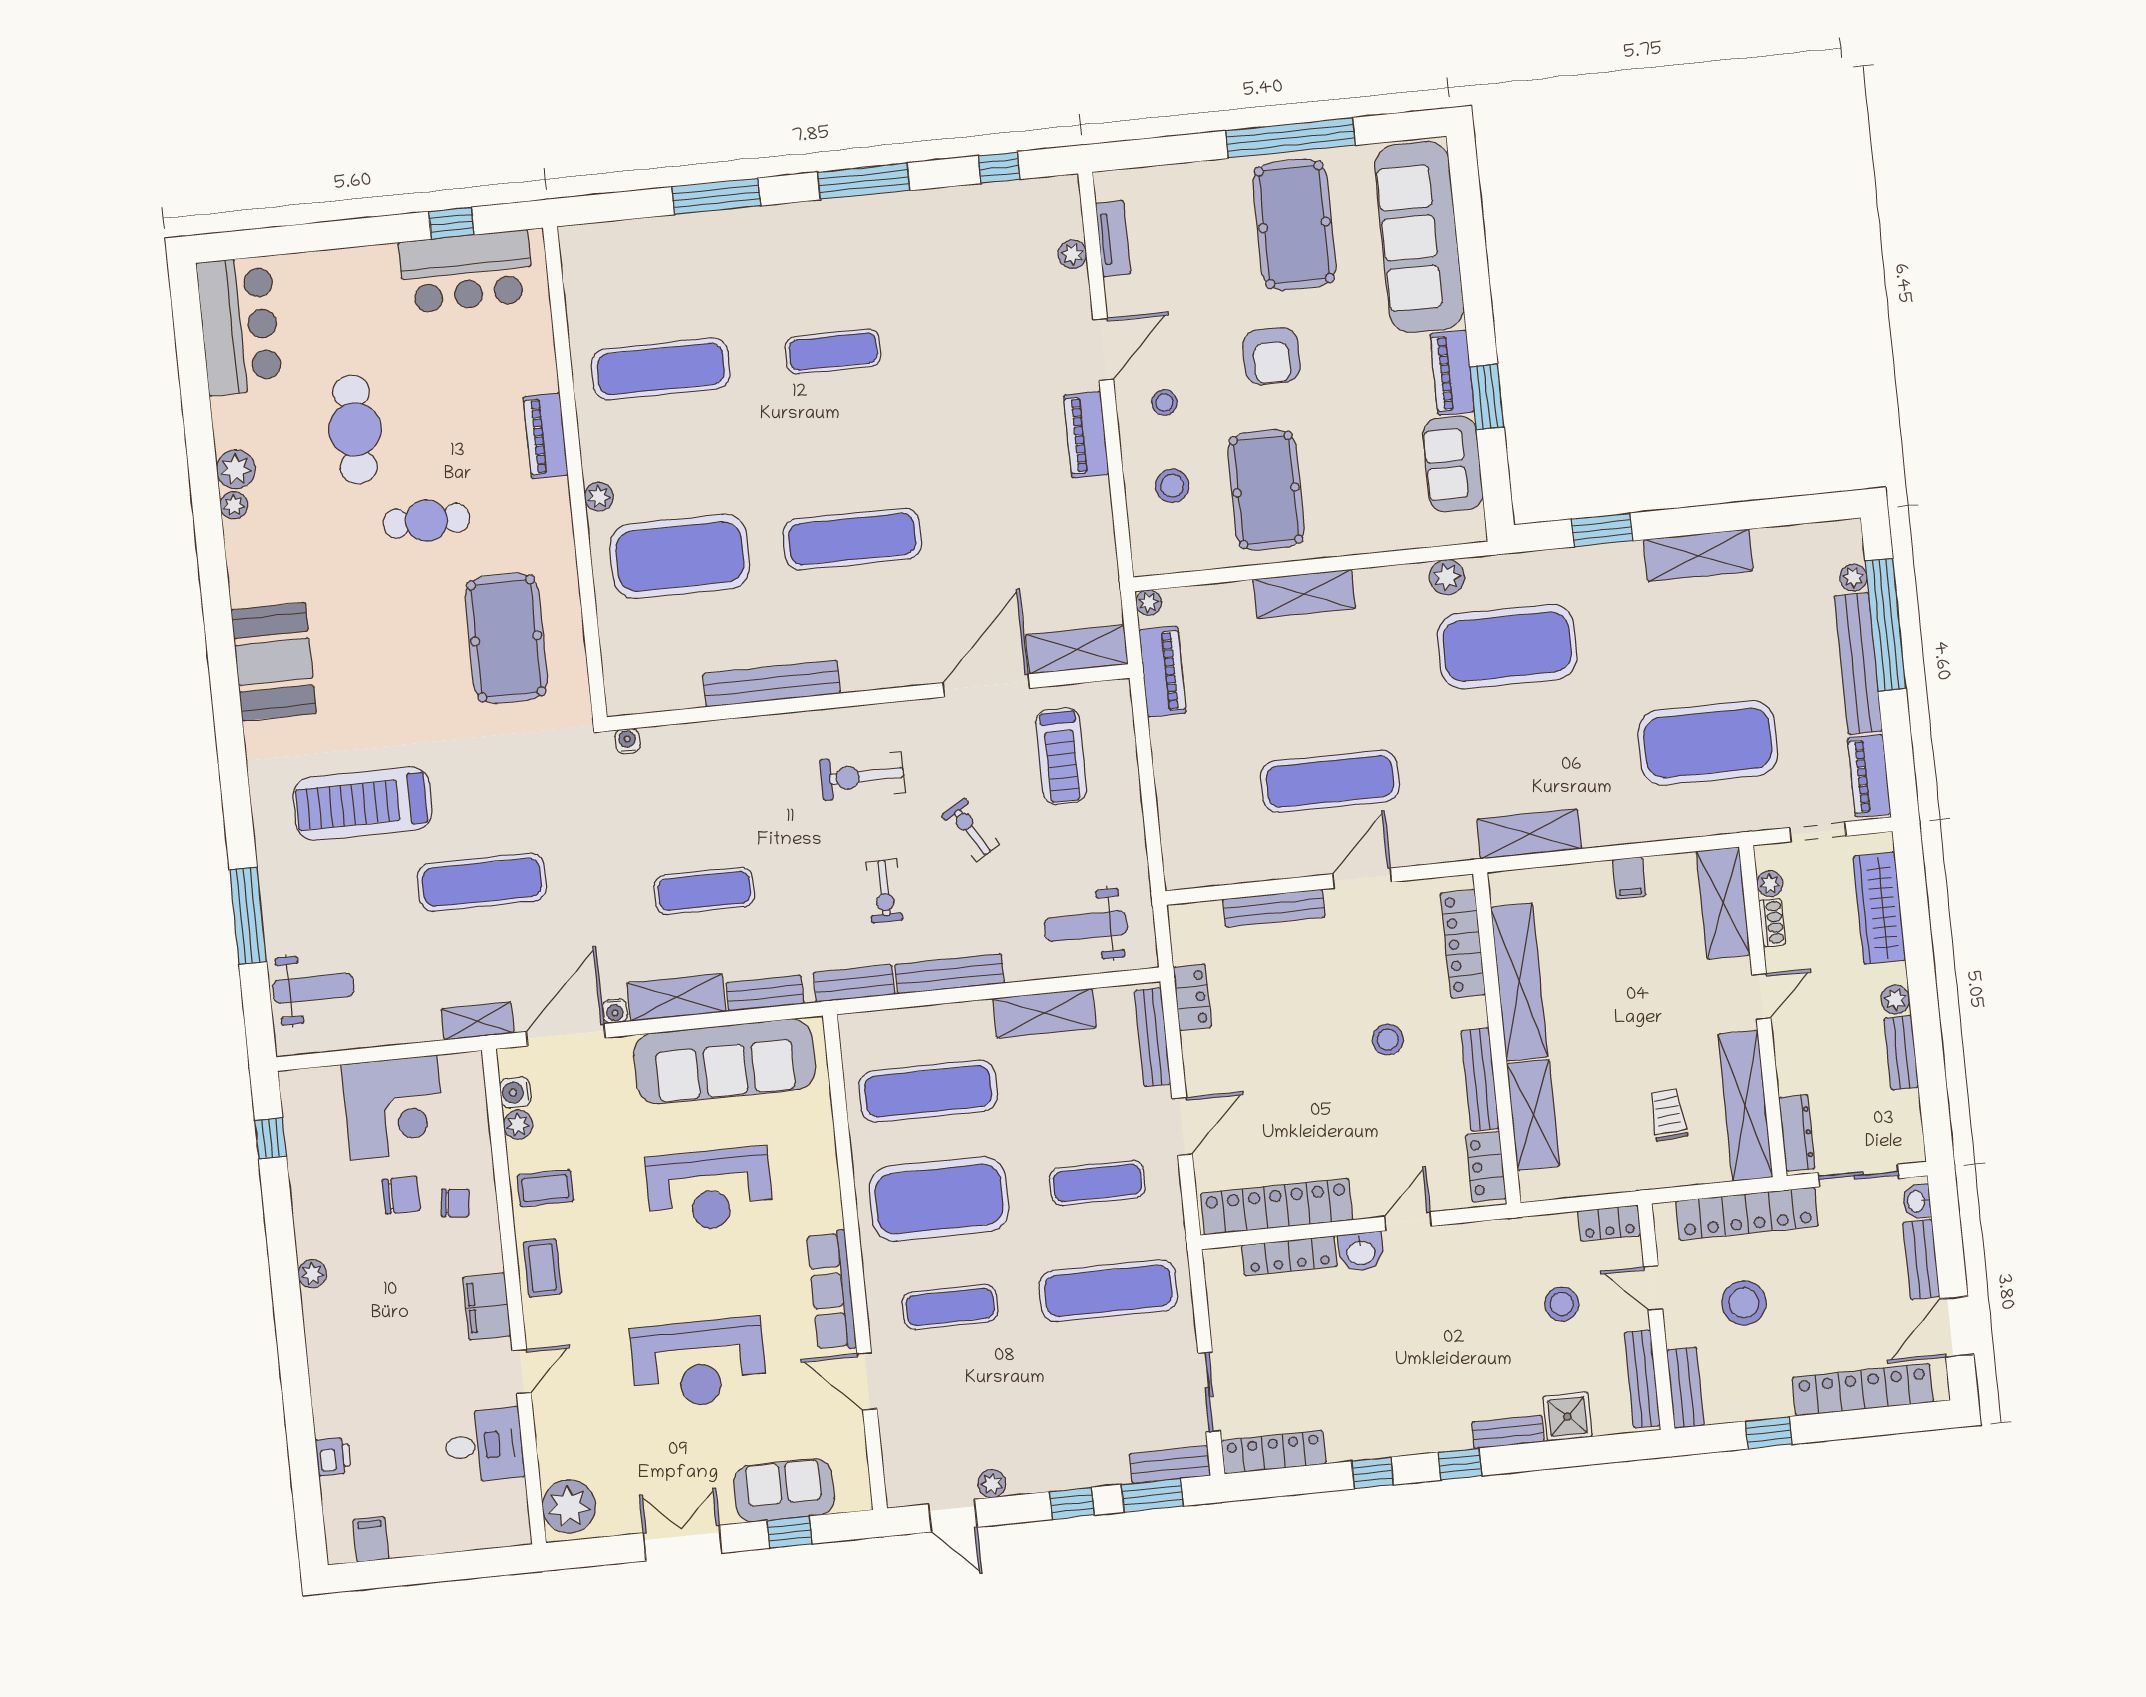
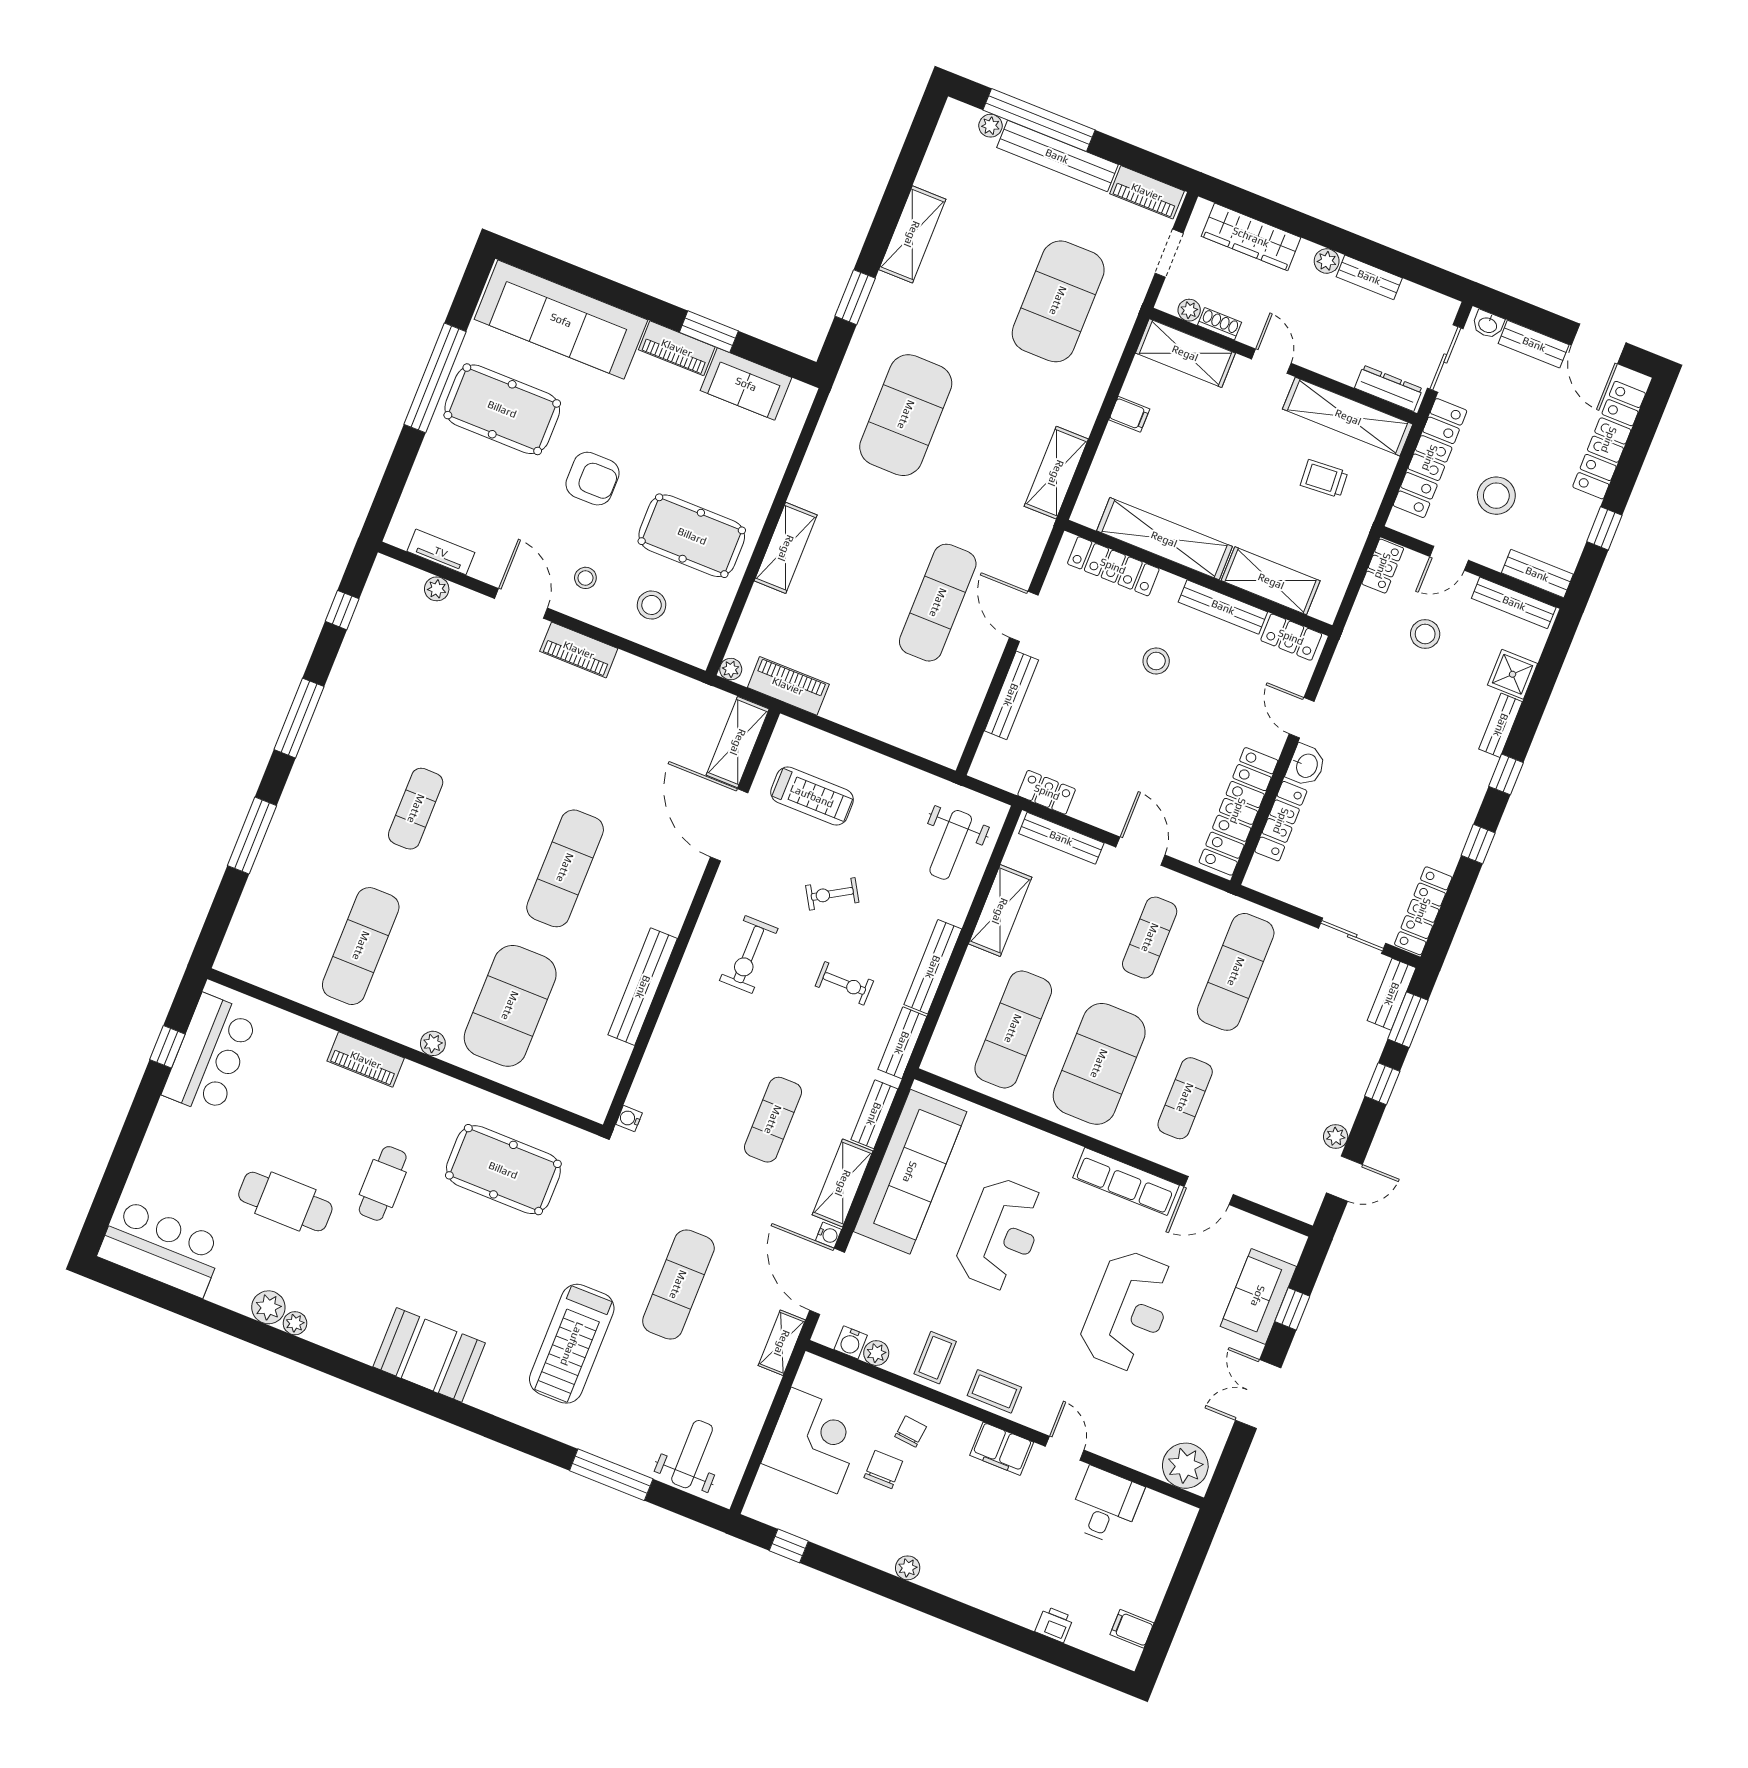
plant: (1447, 577) -> (829, 433), removed

